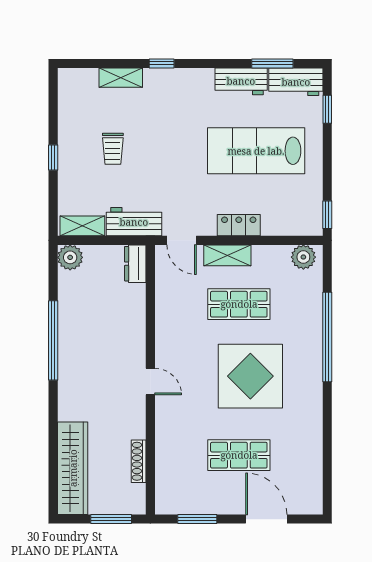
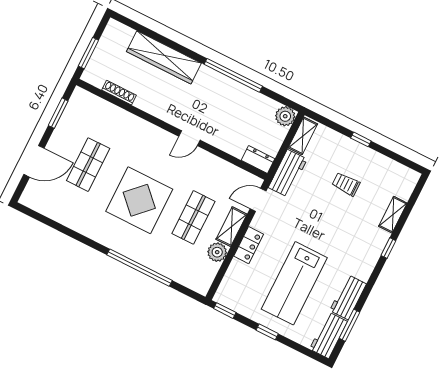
window: (327, 109) -> (267, 332), moved
lab bench: (256, 151) -> (294, 283), turned 180
plant: (303, 257) -> (217, 252), moved
door: (150, 382) -> (189, 138), moved
wardrobe: (73, 468) -> (164, 57), moved

